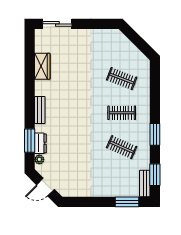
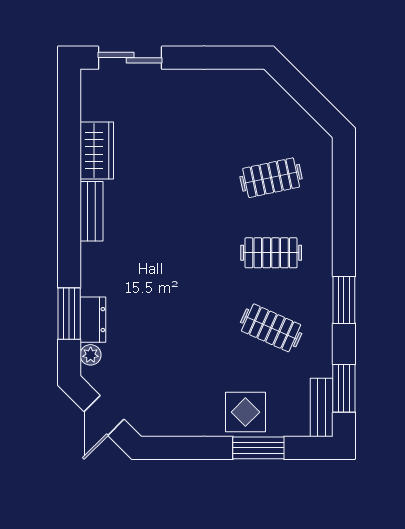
clothes rail: (122, 79) -> (271, 178), turned -33
bench: (40, 110) -> (92, 211), moved
display table: (110, 185) -> (245, 412), added
door: (45, 187) -> (104, 415), hinge flipped
window: (127, 202) -> (258, 448), moved

